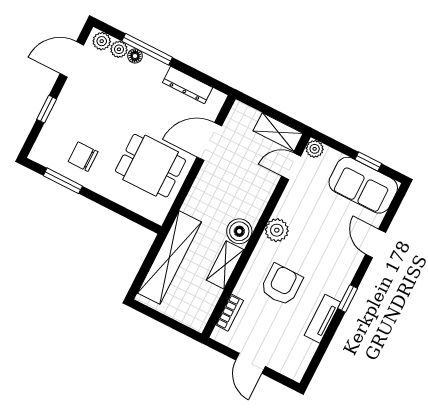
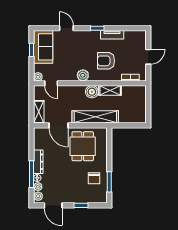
dresser: (188, 85) -> (38, 162), moved
shelving: (278, 132) -> (39, 112), moved
door: (376, 243) -> (66, 28), swing flipped
shelving: (169, 258) -> (95, 117), moved

